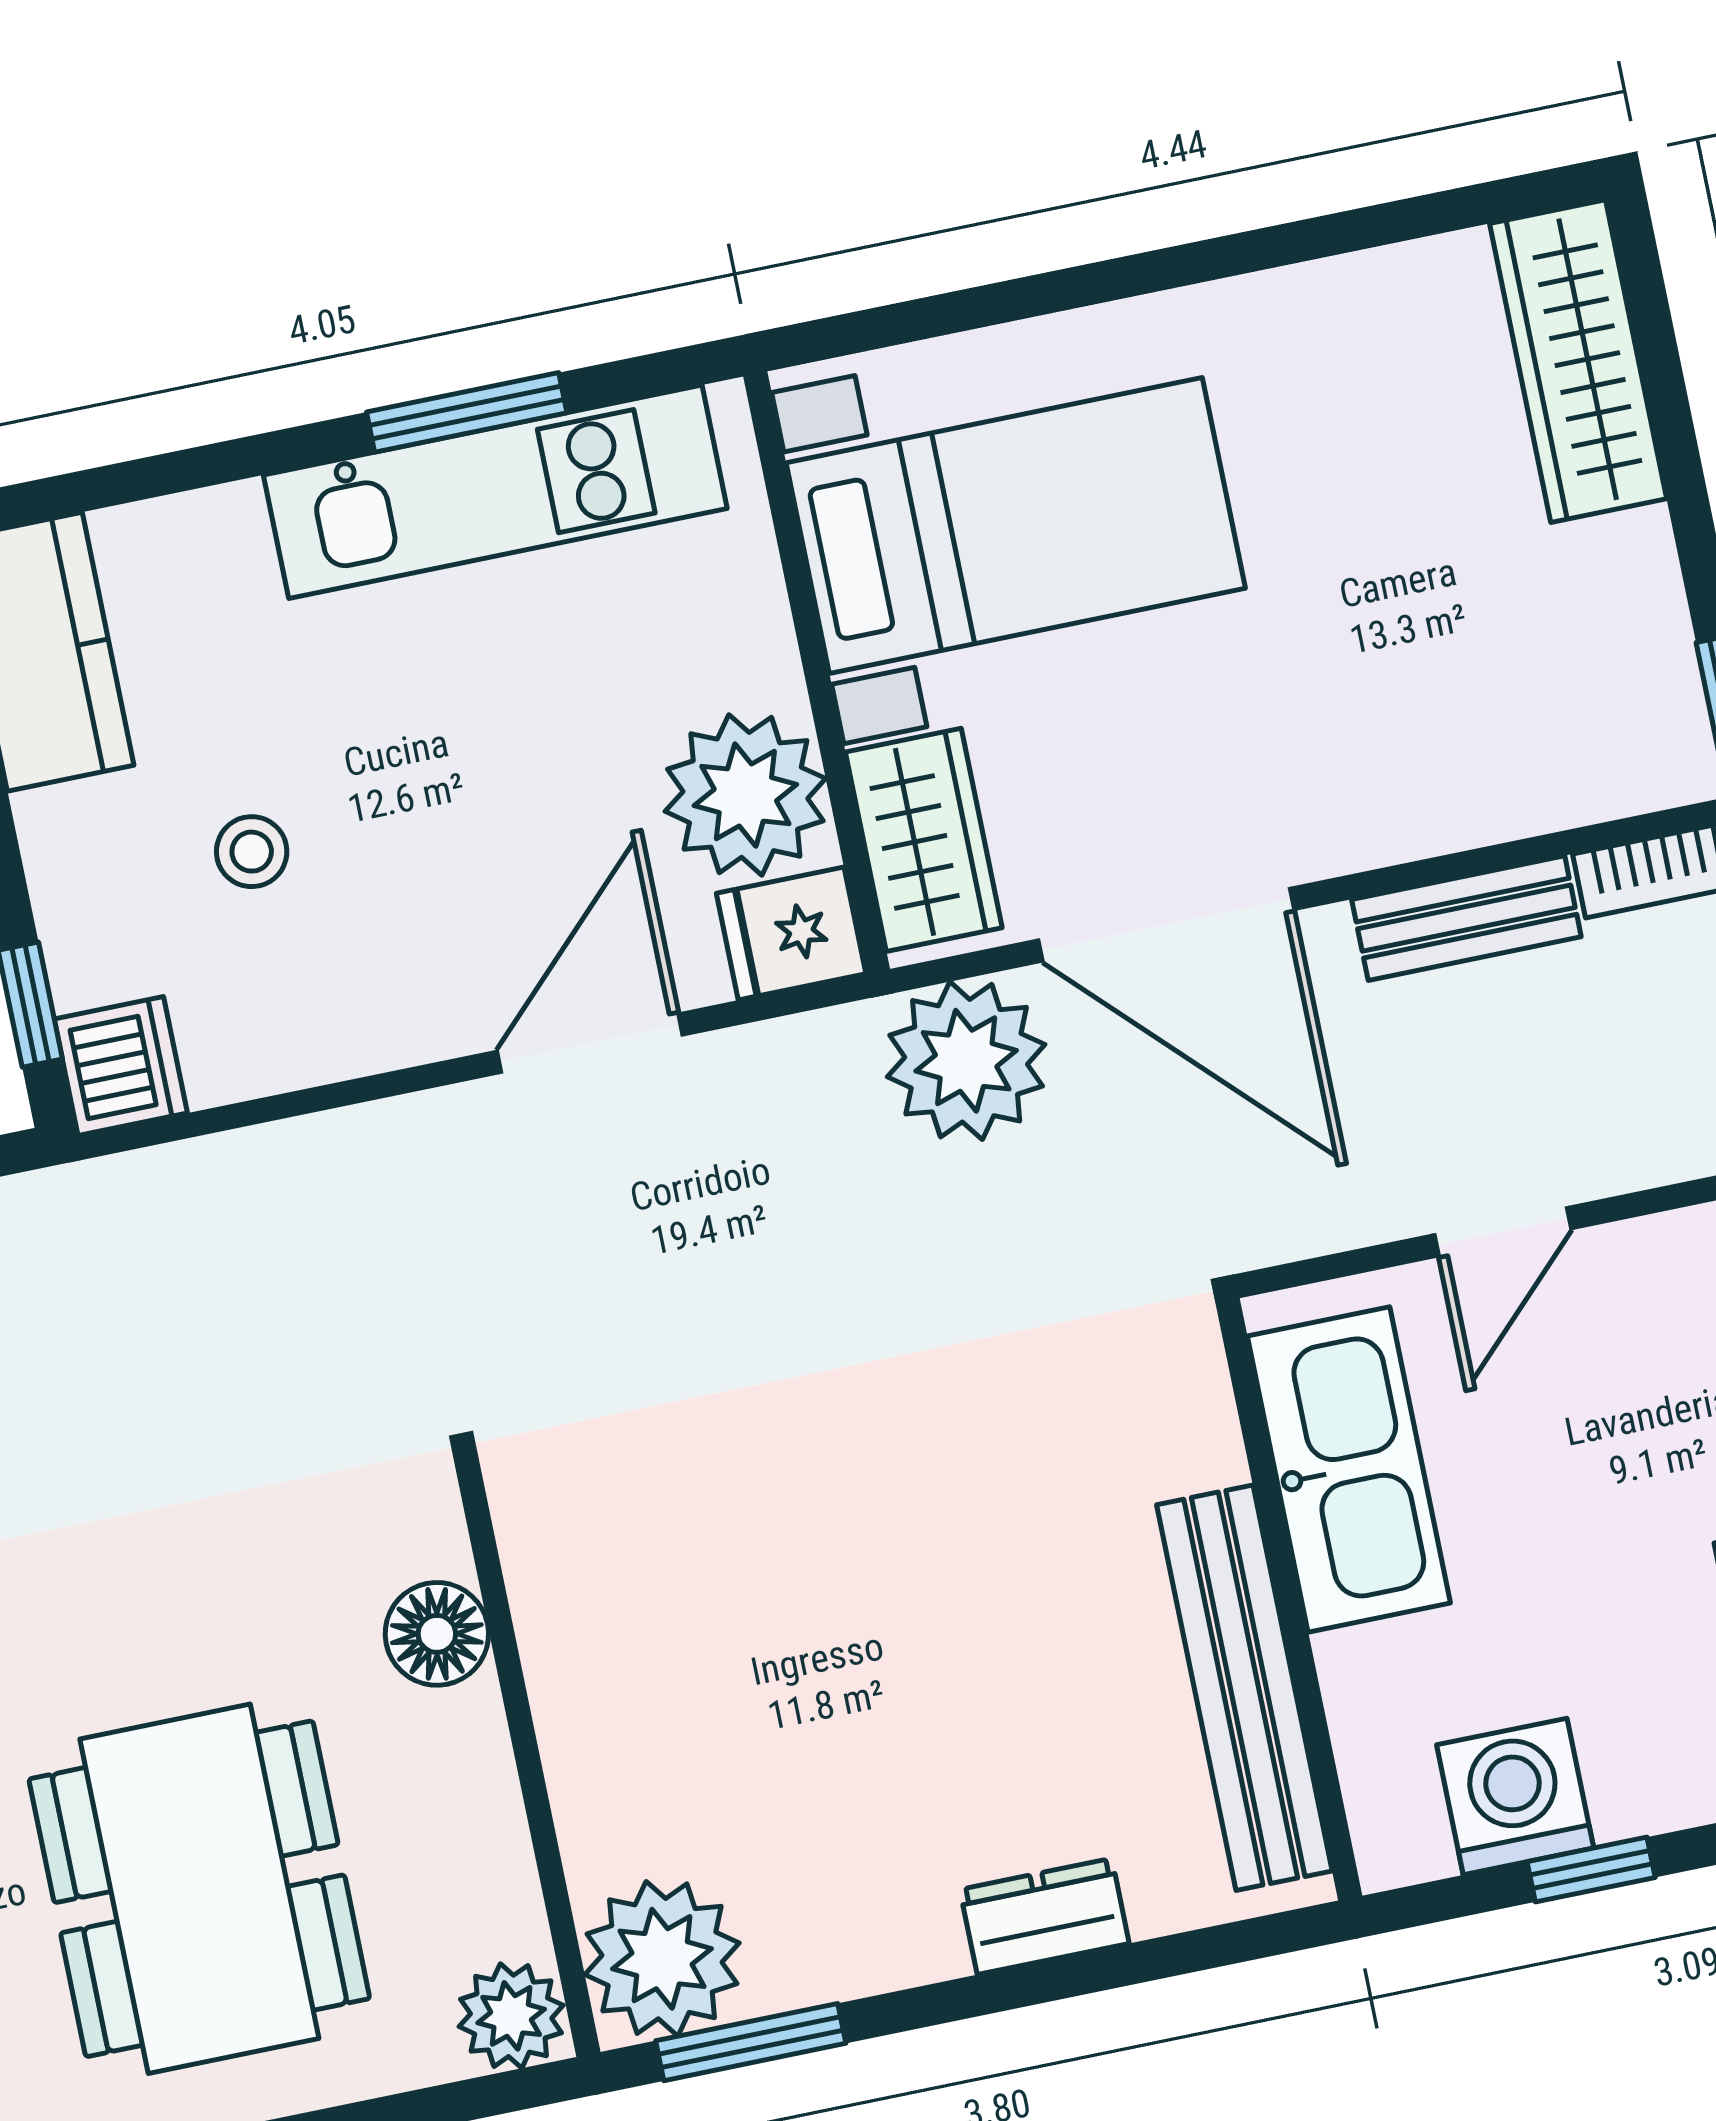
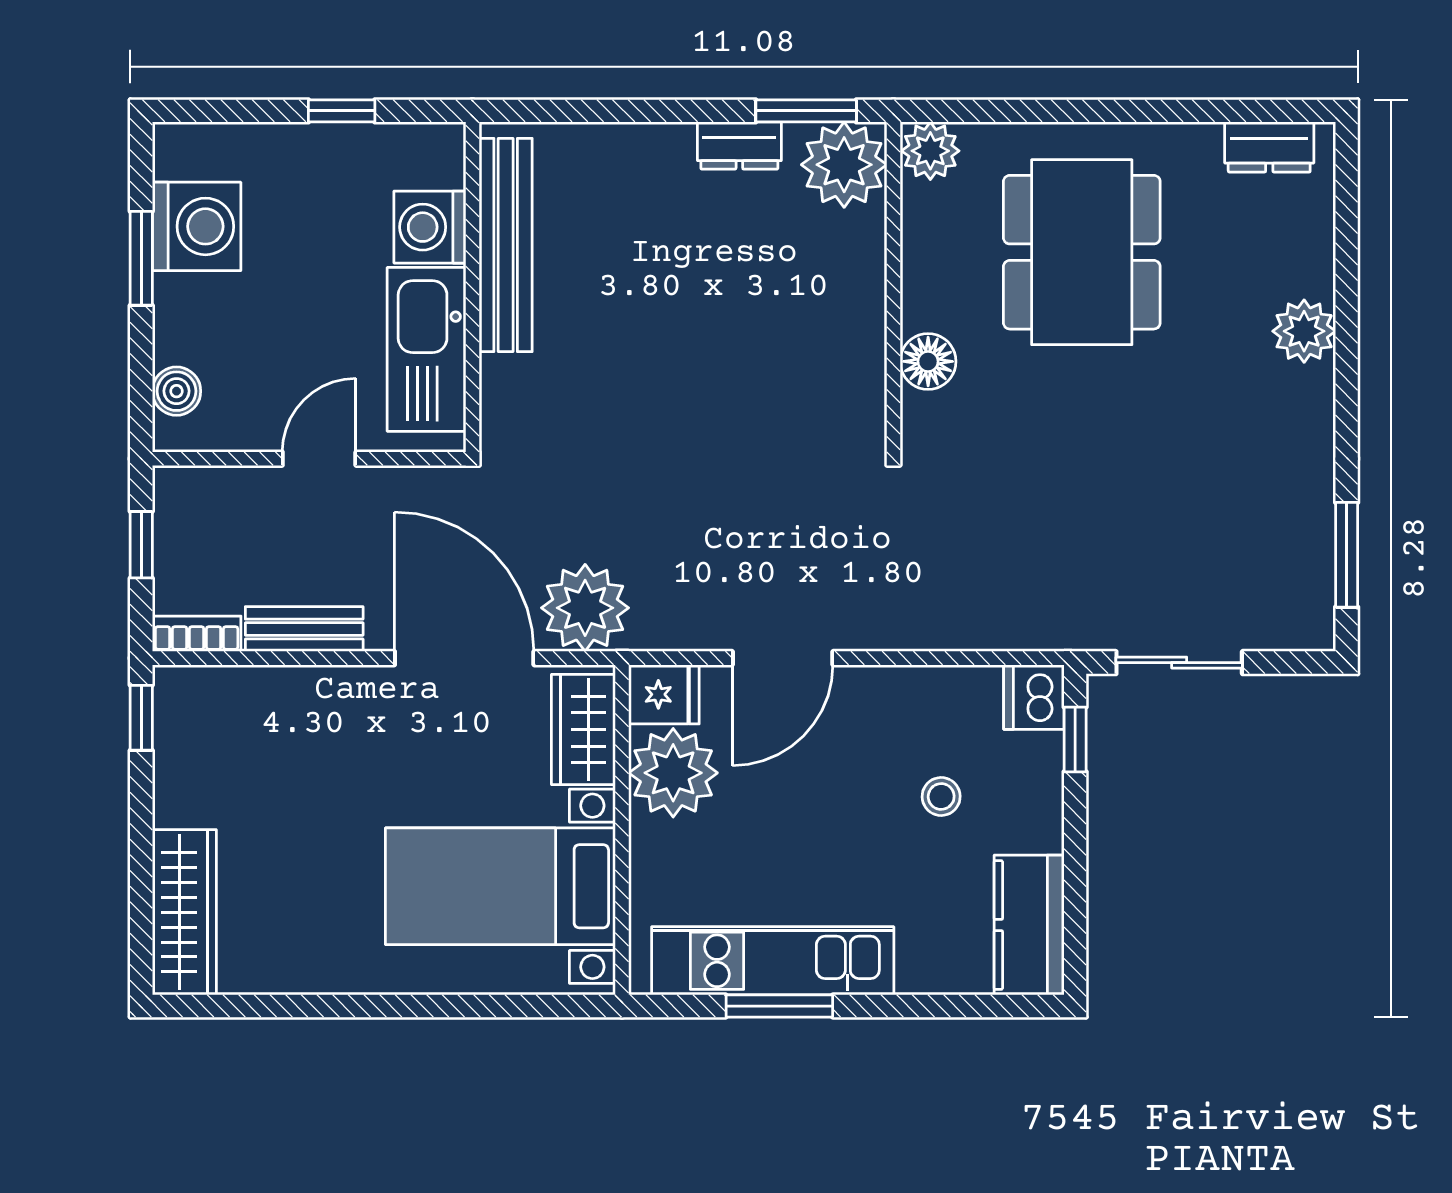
washing machine: (1515, 1796) -> (430, 227), moved, turned 90
dresser: (1044, 1916) -> (739, 146), moved

